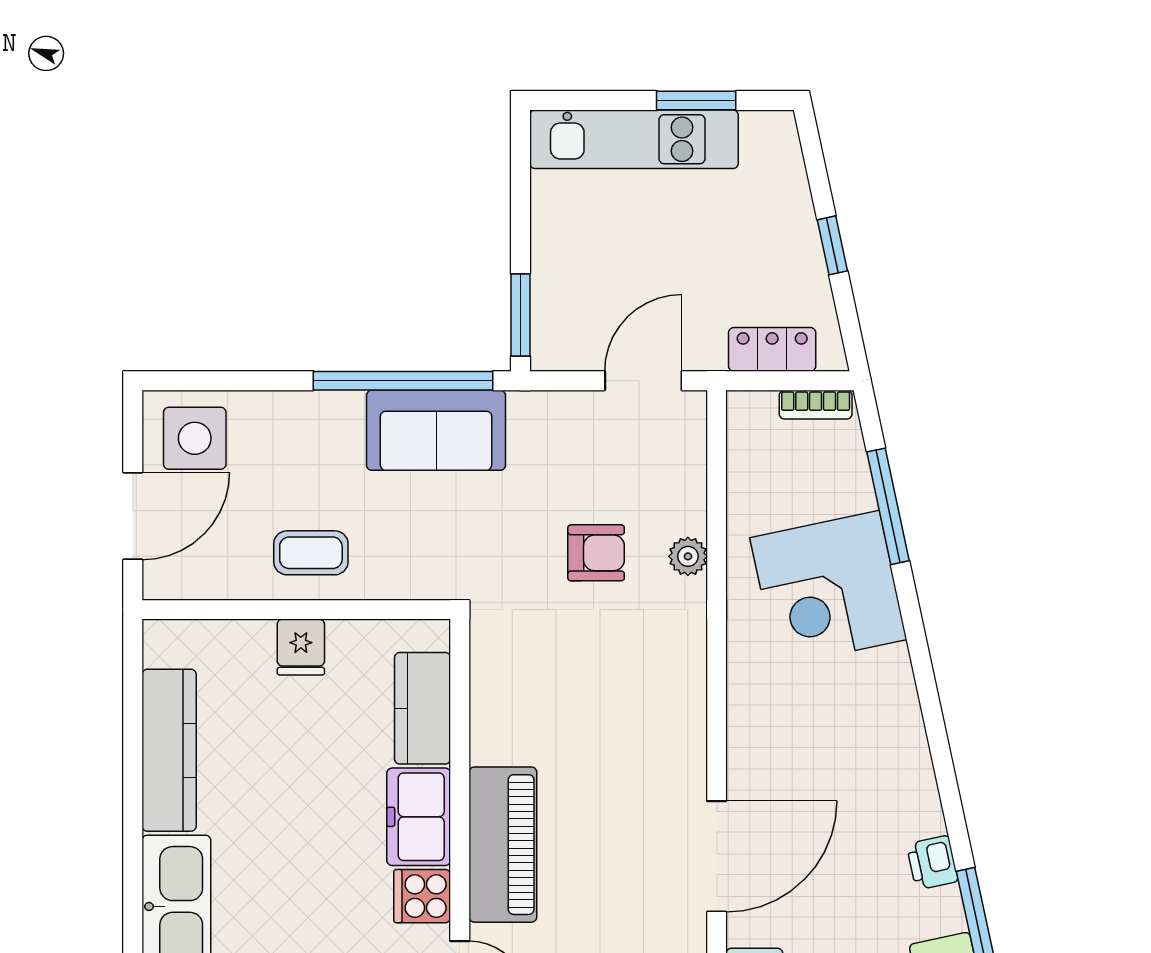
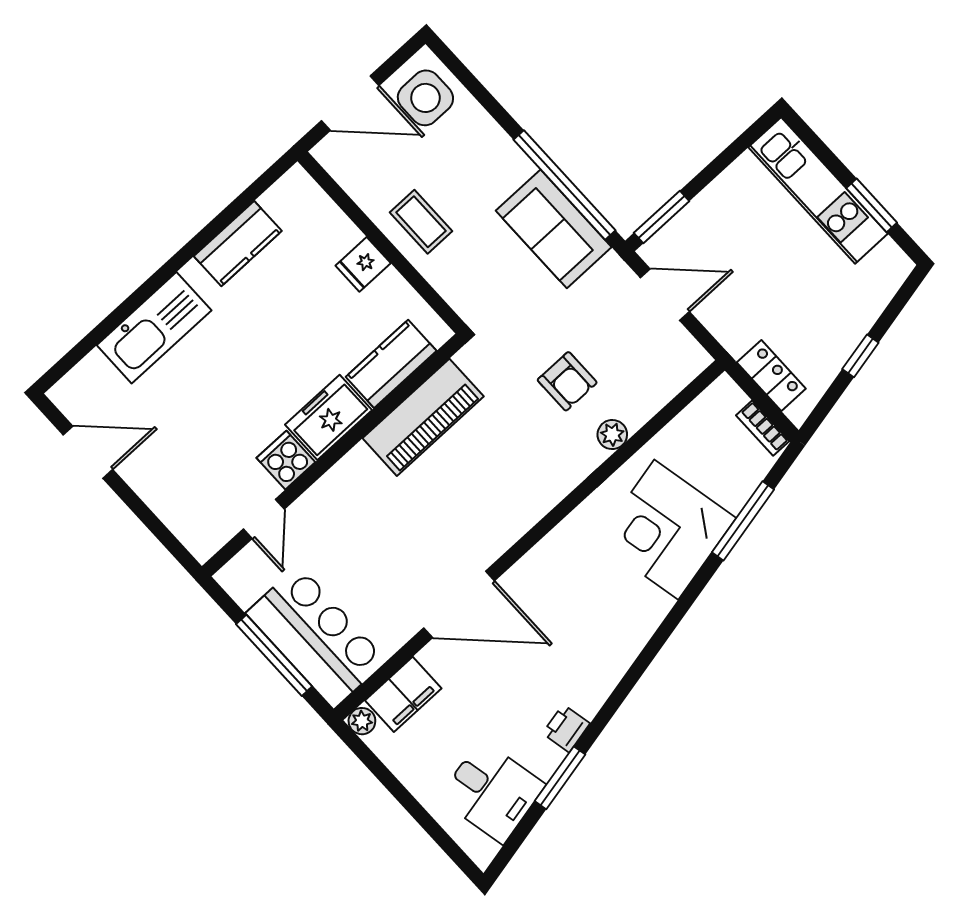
door: (643, 381) -> (665, 295), moved
kitchen counter: (169, 750) -> (238, 244), width x0.67
piano: (503, 845) -> (423, 417), moved

